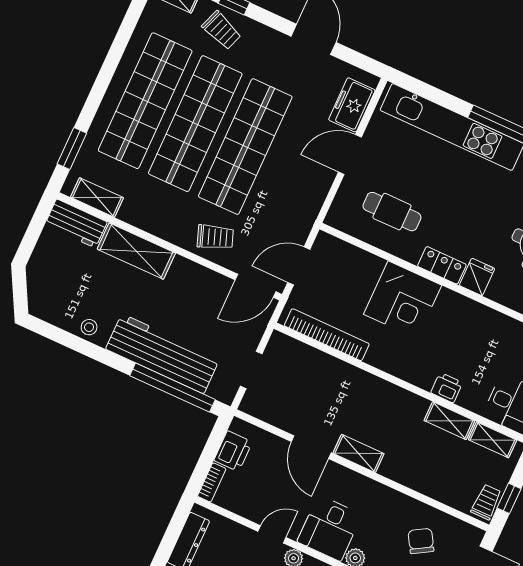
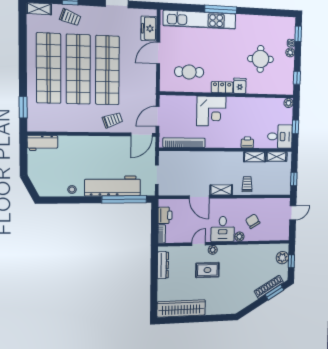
shelving: (97, 197) -> (47, 126), removed
shelving: (136, 251) -> (78, 143), removed
trolley: (486, 502) -> (247, 184), moved
chair: (421, 541) -> (253, 221), moved

